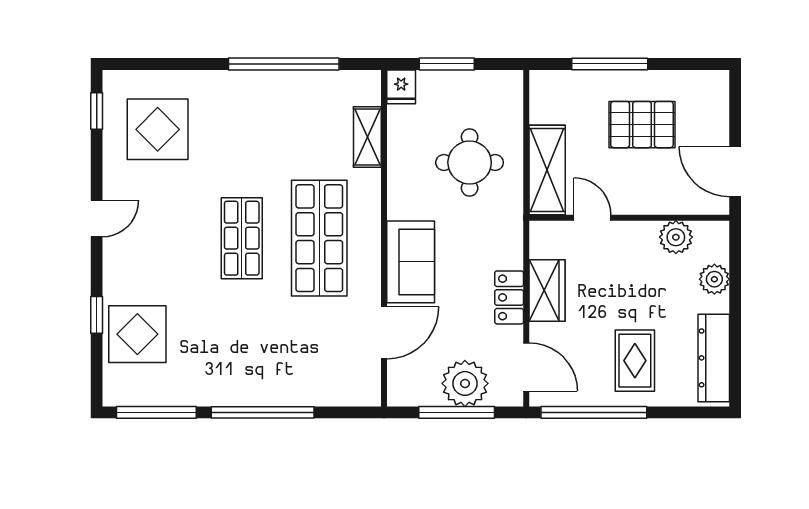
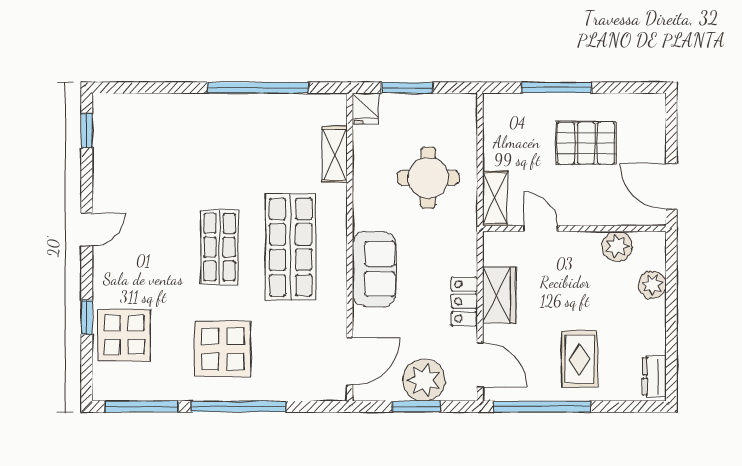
display table: (158, 129) -> (223, 349), moved
shelving: (547, 170) -> (495, 198), width x0.67, depth x0.75
door: (384, 333) -> (350, 361), moved
dresser: (714, 358) -> (655, 376), width x0.51, depth x0.80
window: (457, 412) -> (416, 407), width x0.69

